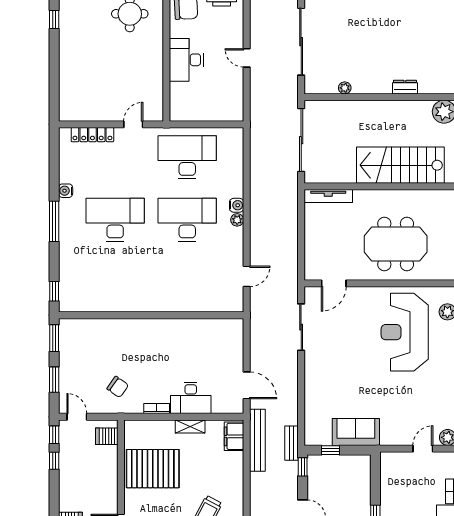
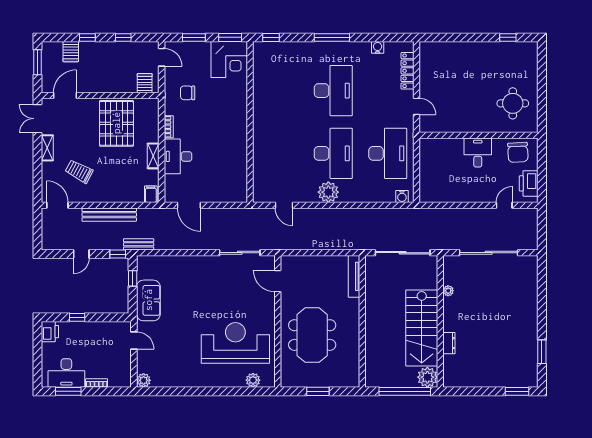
door: (247, 58) -> (504, 205), moved
desk: (186, 60) -> (478, 153), width x0.73
stairs: (400, 165) -> (422, 328), moved, turned 180
water cooler: (66, 191) -> (378, 47), moved
water cooler: (237, 205) -> (402, 196), moved
plant: (237, 220) -> (328, 192), width x1.88, depth x1.88
corner desk: (80, 339) -> (229, 60), added
door: (247, 385) -> (189, 205), hinge flipped
chair: (118, 387) -> (188, 93), turned 55
door: (77, 417) -> (162, 57), hinge flipped
window: (54, 435) -> (87, 37), moved
filing cabinet: (234, 436) -> (151, 194), width x0.50
bench: (257, 440) -> (109, 215), moved
door: (423, 449) -> (134, 340), moved

